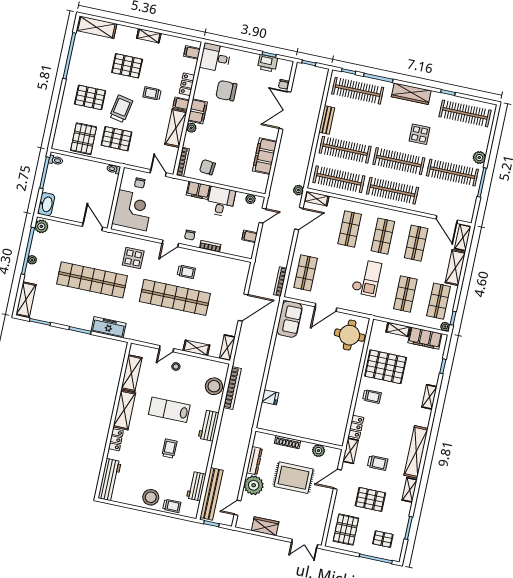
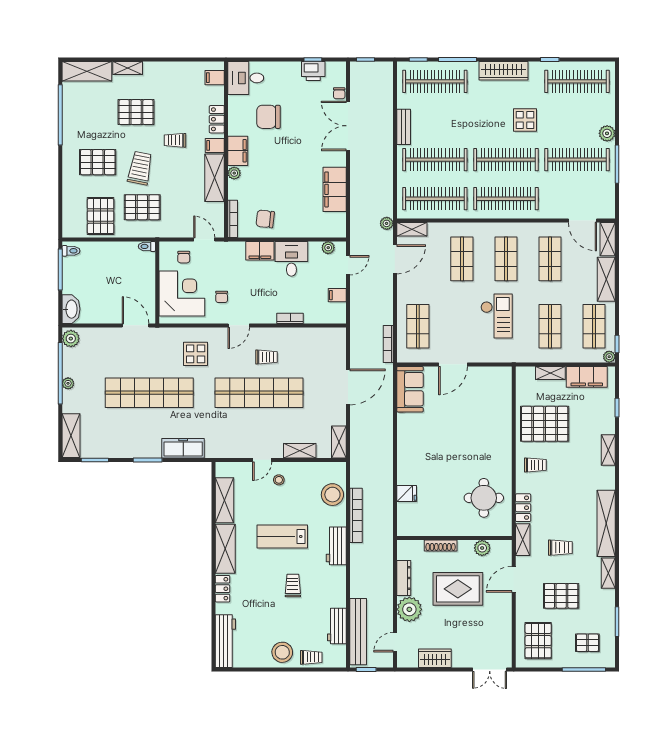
shelving: (149, 36) -> (128, 68), moved
chair: (190, 235) -> (222, 297), moved
round table: (350, 335) -> (484, 498), moved
bookcase: (232, 388) -> (356, 515), moved

